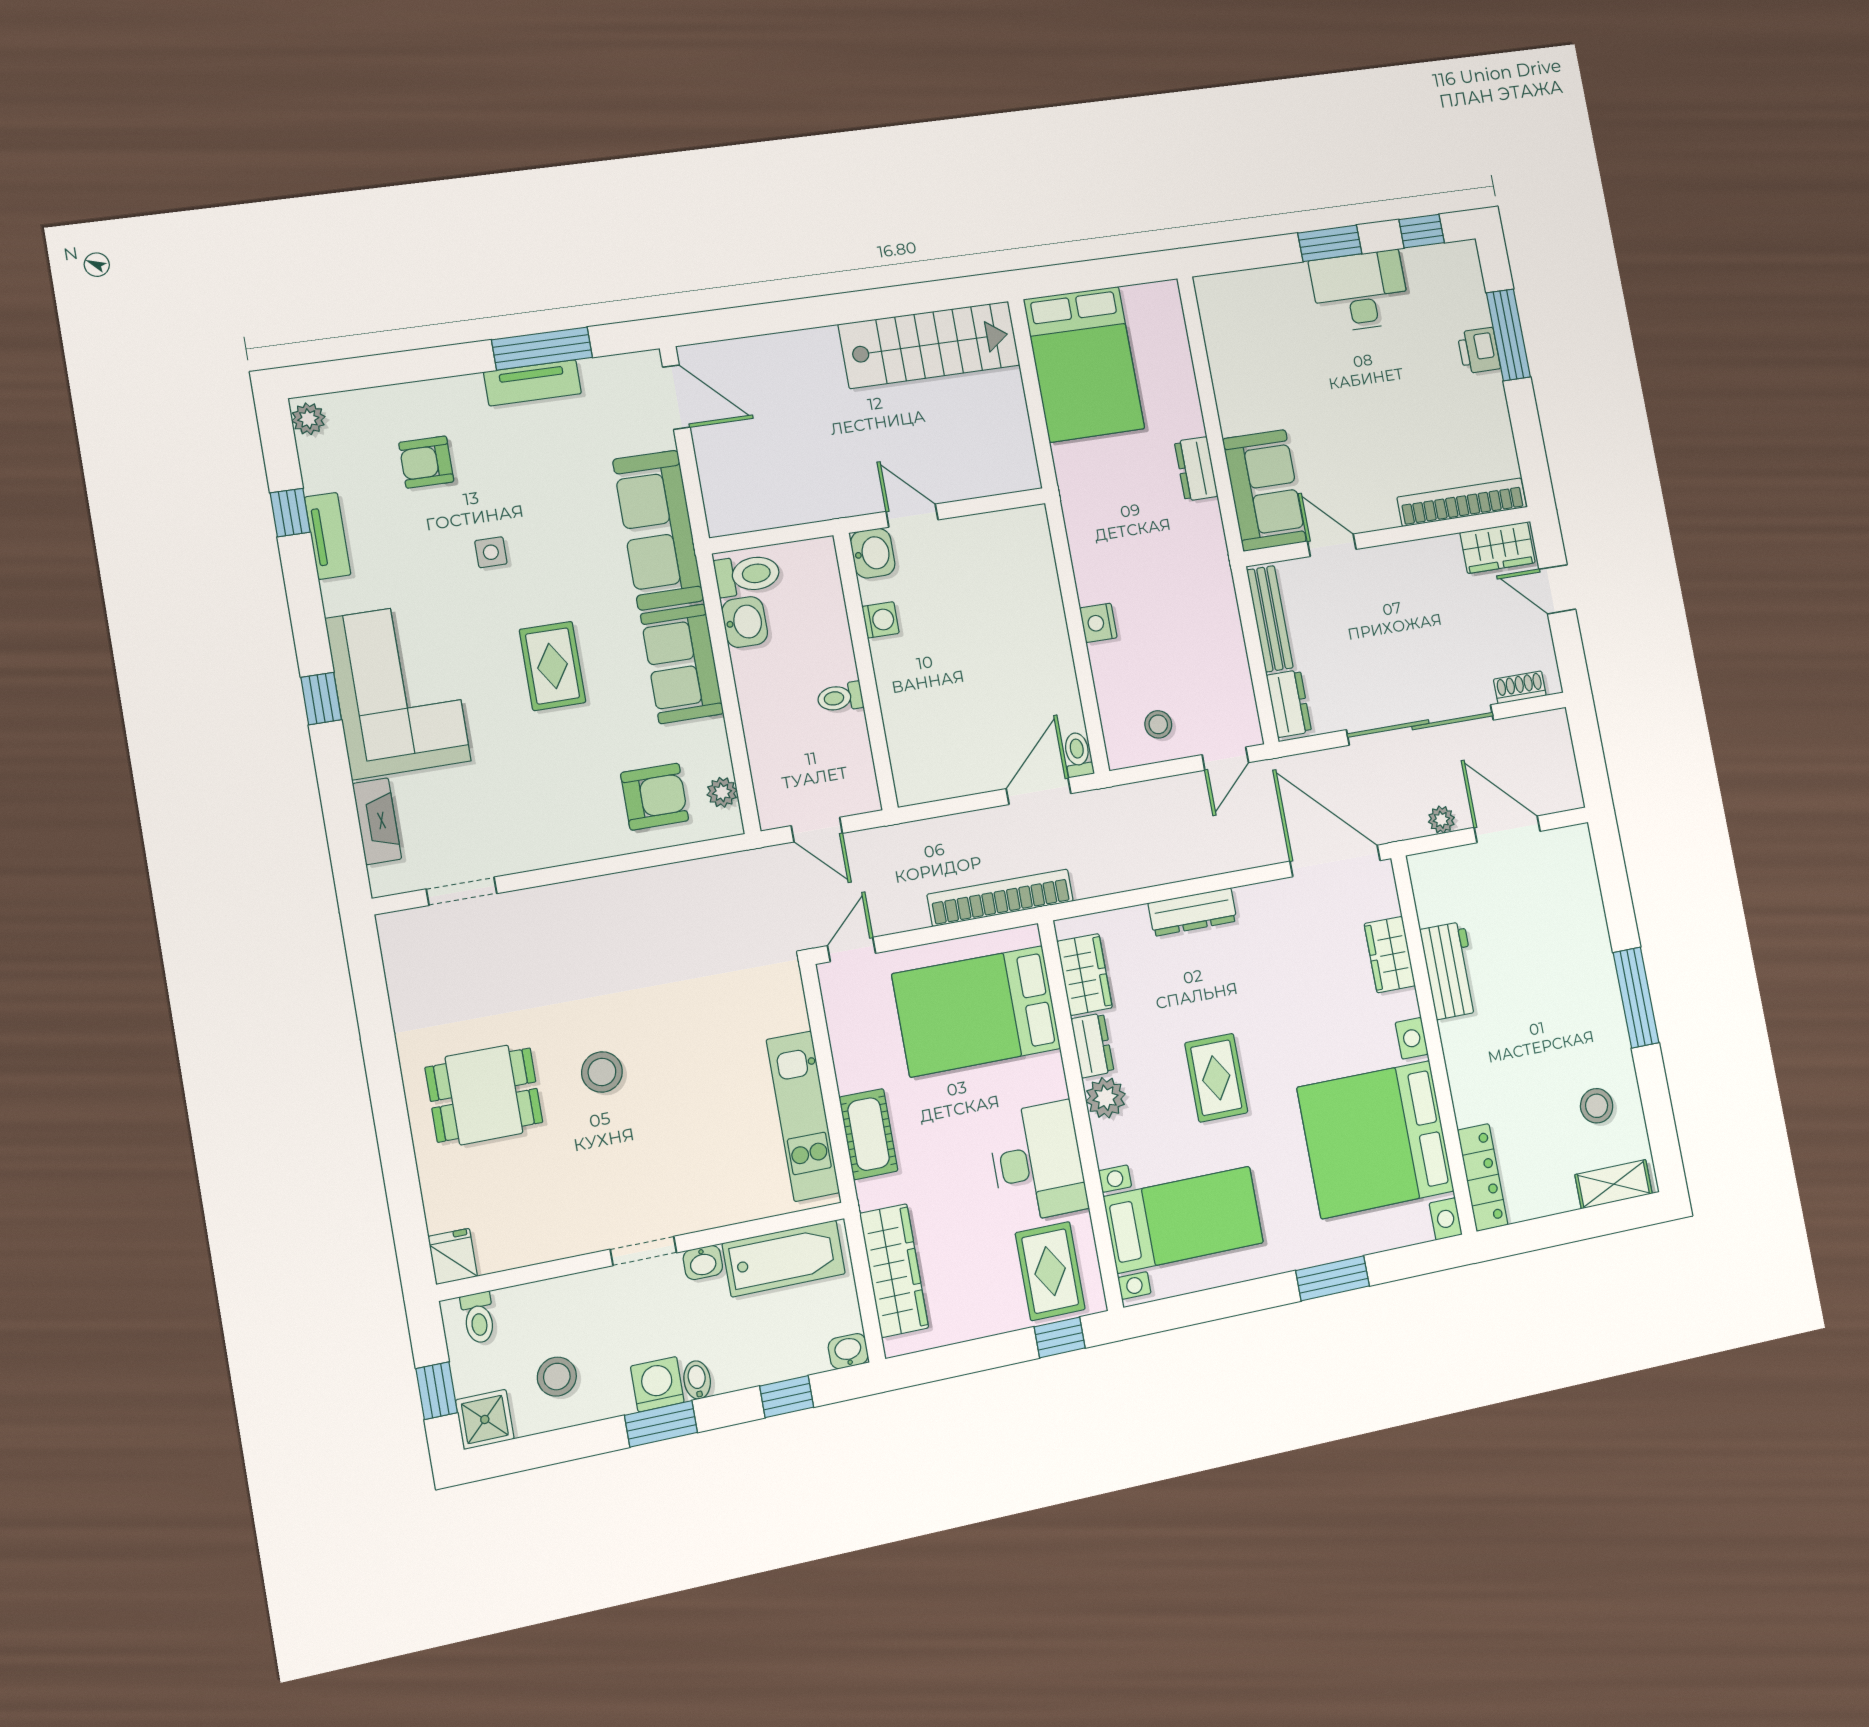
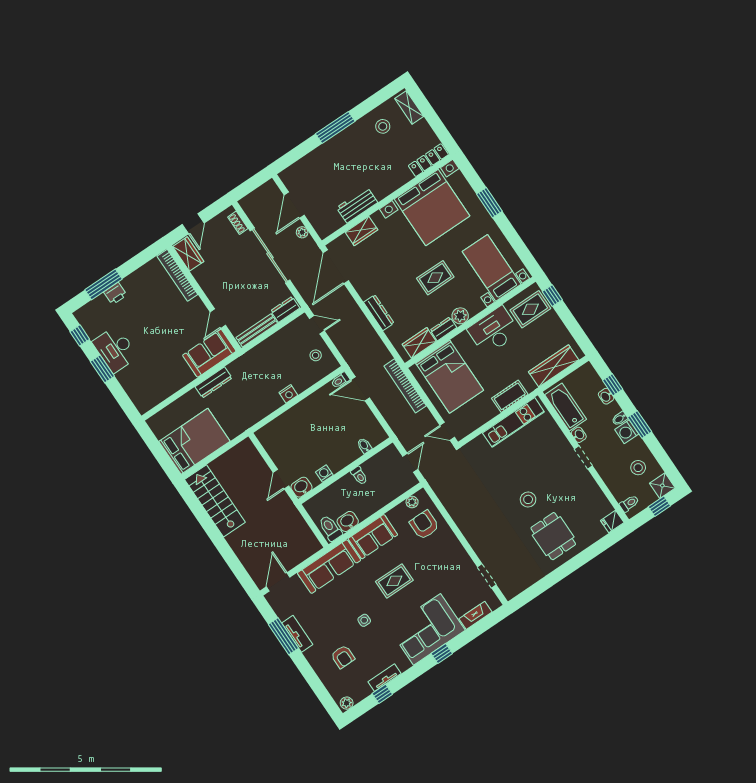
dresser: (1196, 469) -> (214, 382), width x1.44
bidet: (904, 741) -> (364, 446), added
washbasin: (848, 1351) -> (606, 396), moved

